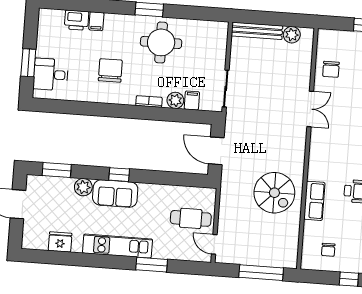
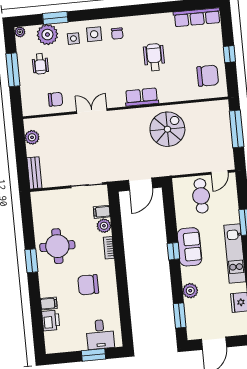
bench: (257, 31) -> (34, 173), width x0.73
window: (119, 175) -> (173, 251), moved
sofa: (115, 194) -> (189, 247), moved
row of seats: (314, 201) -> (142, 97), moved
chair: (328, 250) -> (208, 76), width x1.87, depth x1.87

